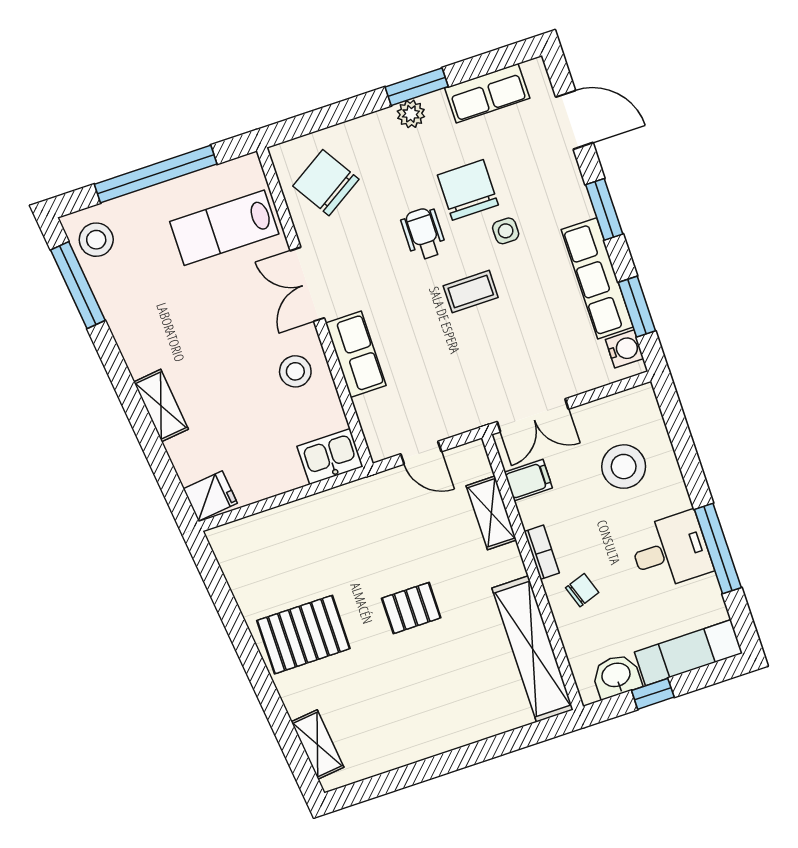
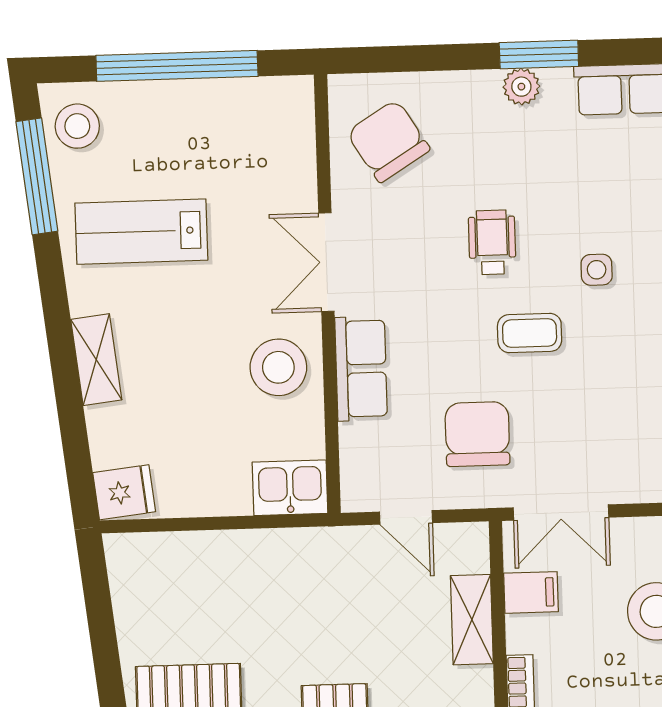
chair: (468, 190) -> (477, 434), moved
lab bench: (224, 228) -> (141, 232), moved
stool: (295, 371) -> (278, 367), width x1.38, depth x1.38

